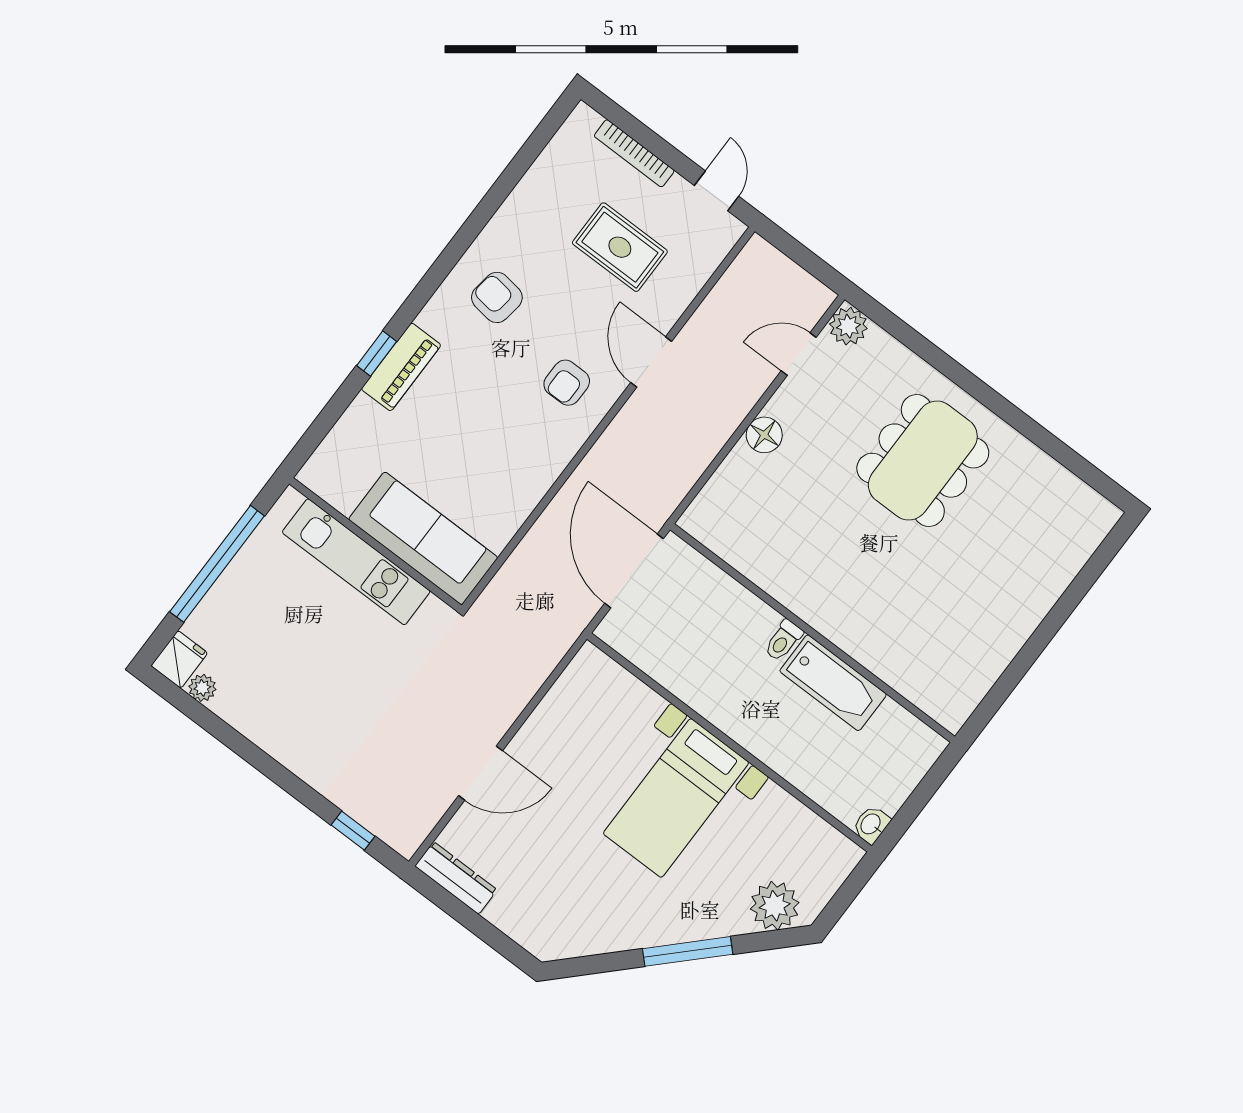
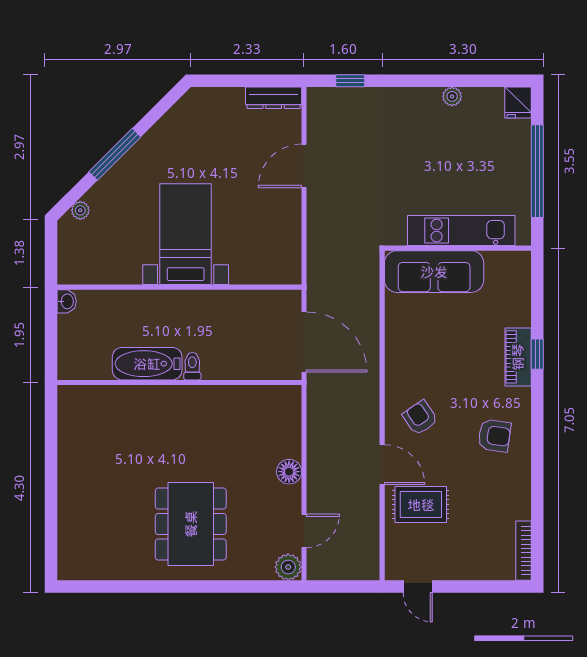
bookcase: (634, 153) -> (524, 551), moved, turned -90
rug: (620, 247) -> (421, 505), moved
armchair: (567, 383) -> (420, 418), turned -34
plant: (202, 688) -> (452, 96), moved
plant: (775, 906) -> (80, 210), width x0.53, depth x0.53

